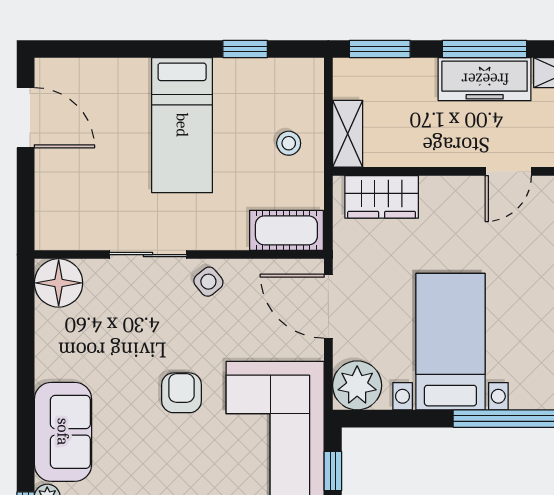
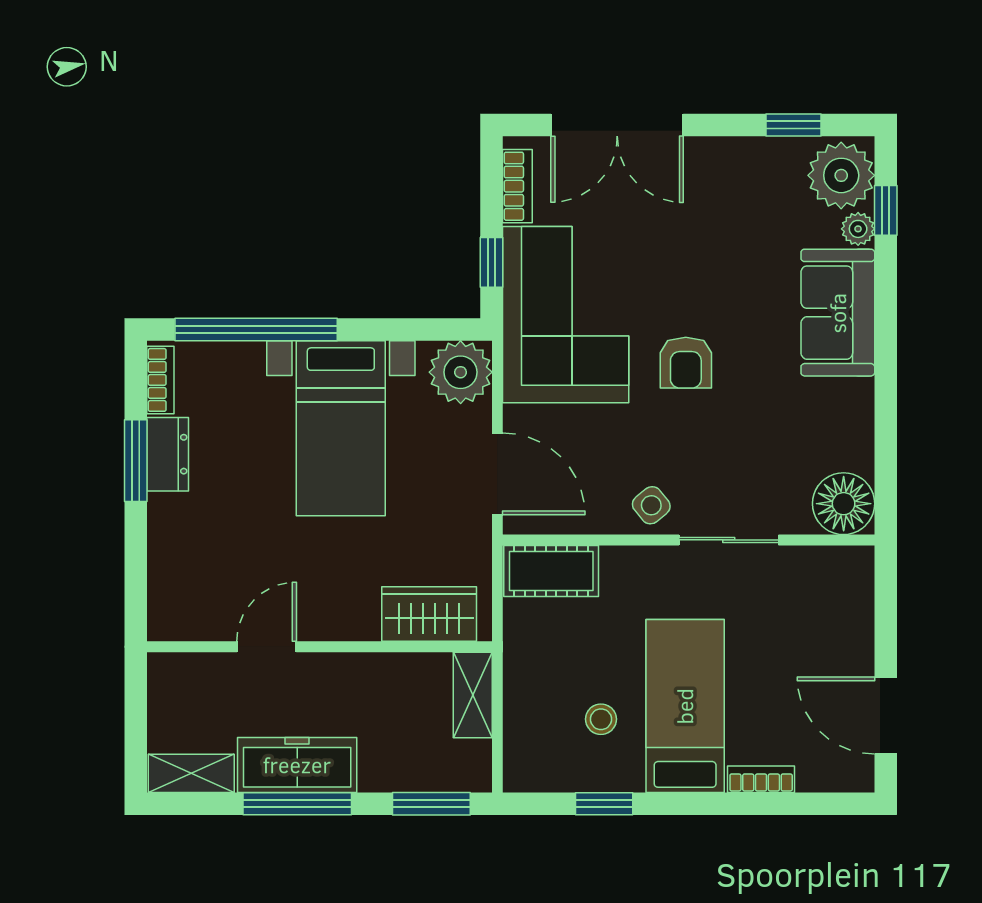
bookcase: (123, 68) -> (761, 779), added
stool: (289, 143) -> (601, 719), moved

